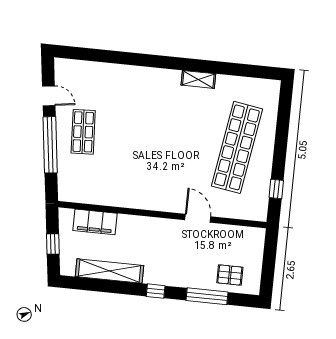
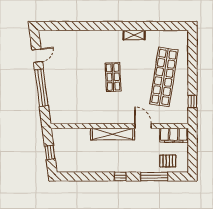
door: (49, 96) -> (37, 56), hinge flipped
shop shelf: (83, 132) -> (113, 77), moved
filing cabinet: (95, 222) -> (174, 135), moved
shelving: (109, 271) -> (113, 134), moved

